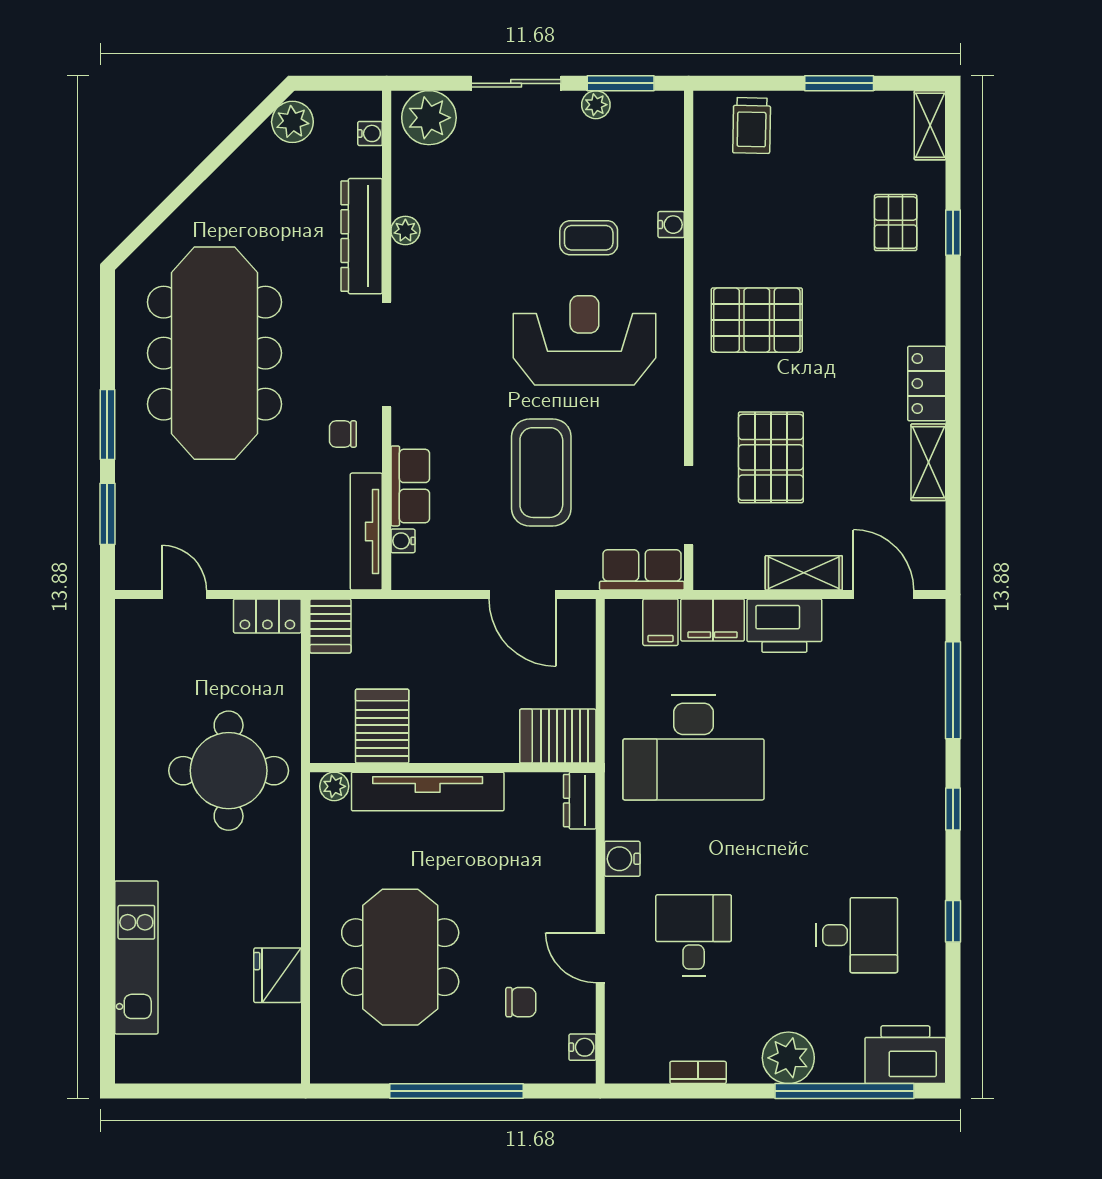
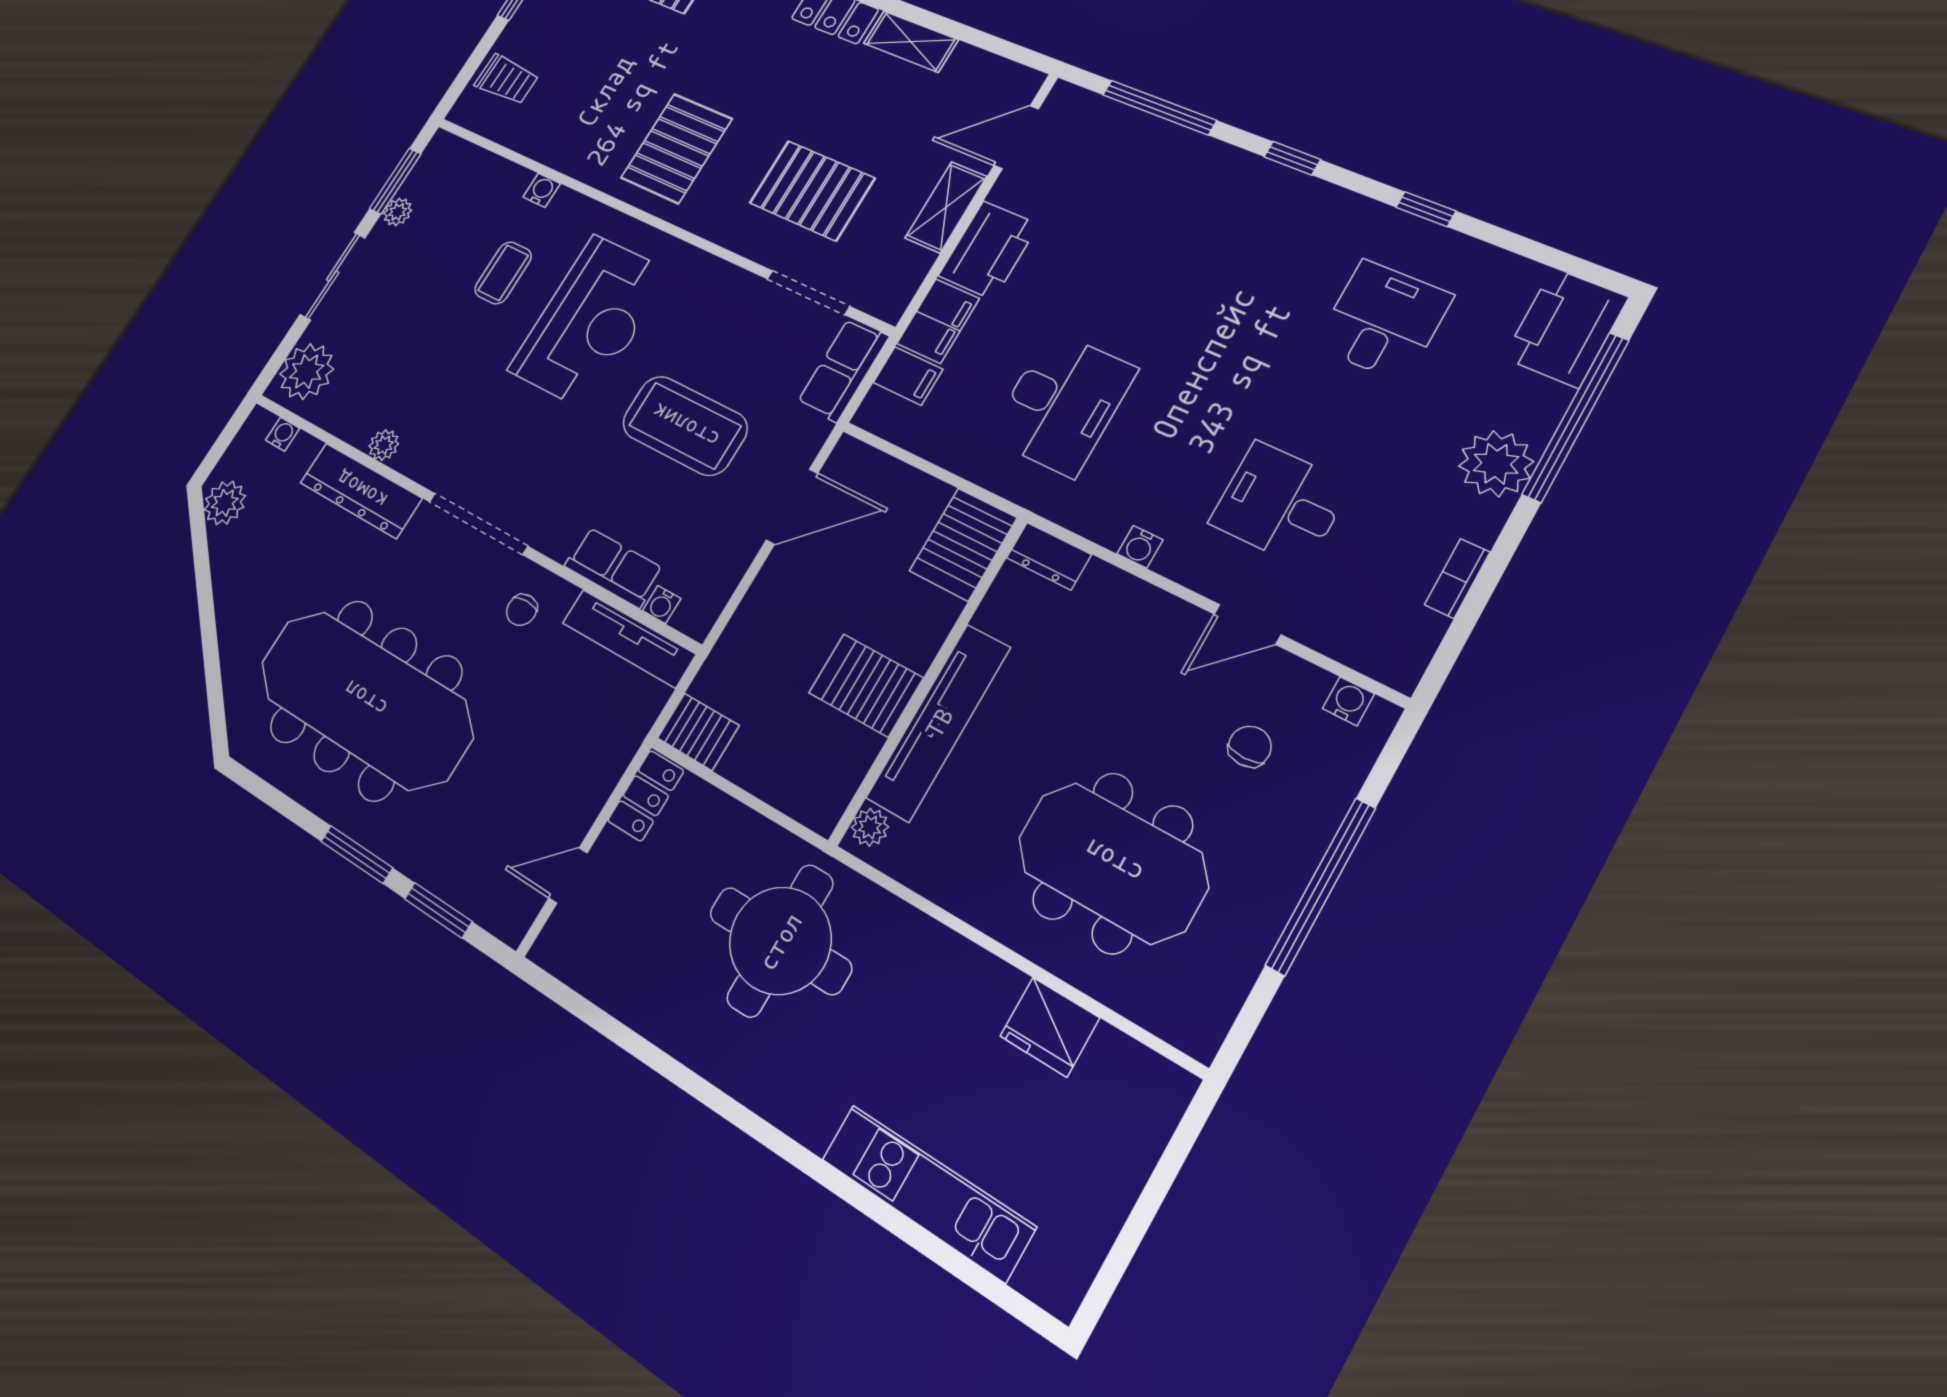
reception desk: (584, 340) -> (590, 321), turned 180
server rack: (382, 726) -> (866, 685), moved
desk: (694, 747) -> (1062, 403), width x0.73, depth x0.77
water cooler: (622, 859) -> (1140, 547), width x0.72, depth x0.72

